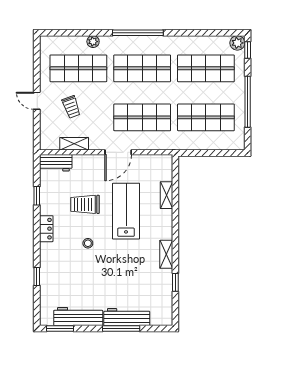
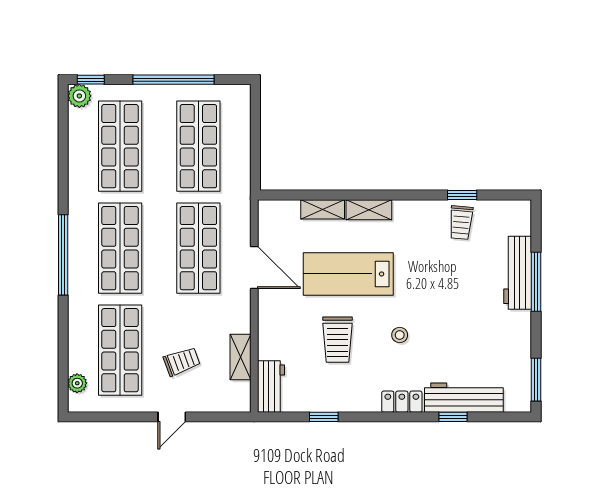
plant: (93, 42) -> (77, 383), moved
door: (118, 152) -> (254, 267), moved
locker: (46, 229) -> (402, 402), moved
shelving: (166, 254) -> (369, 210), moved
trolley: (158, 282) -> (461, 223), added
workbench: (78, 316) -> (464, 398), moved, turned 90

